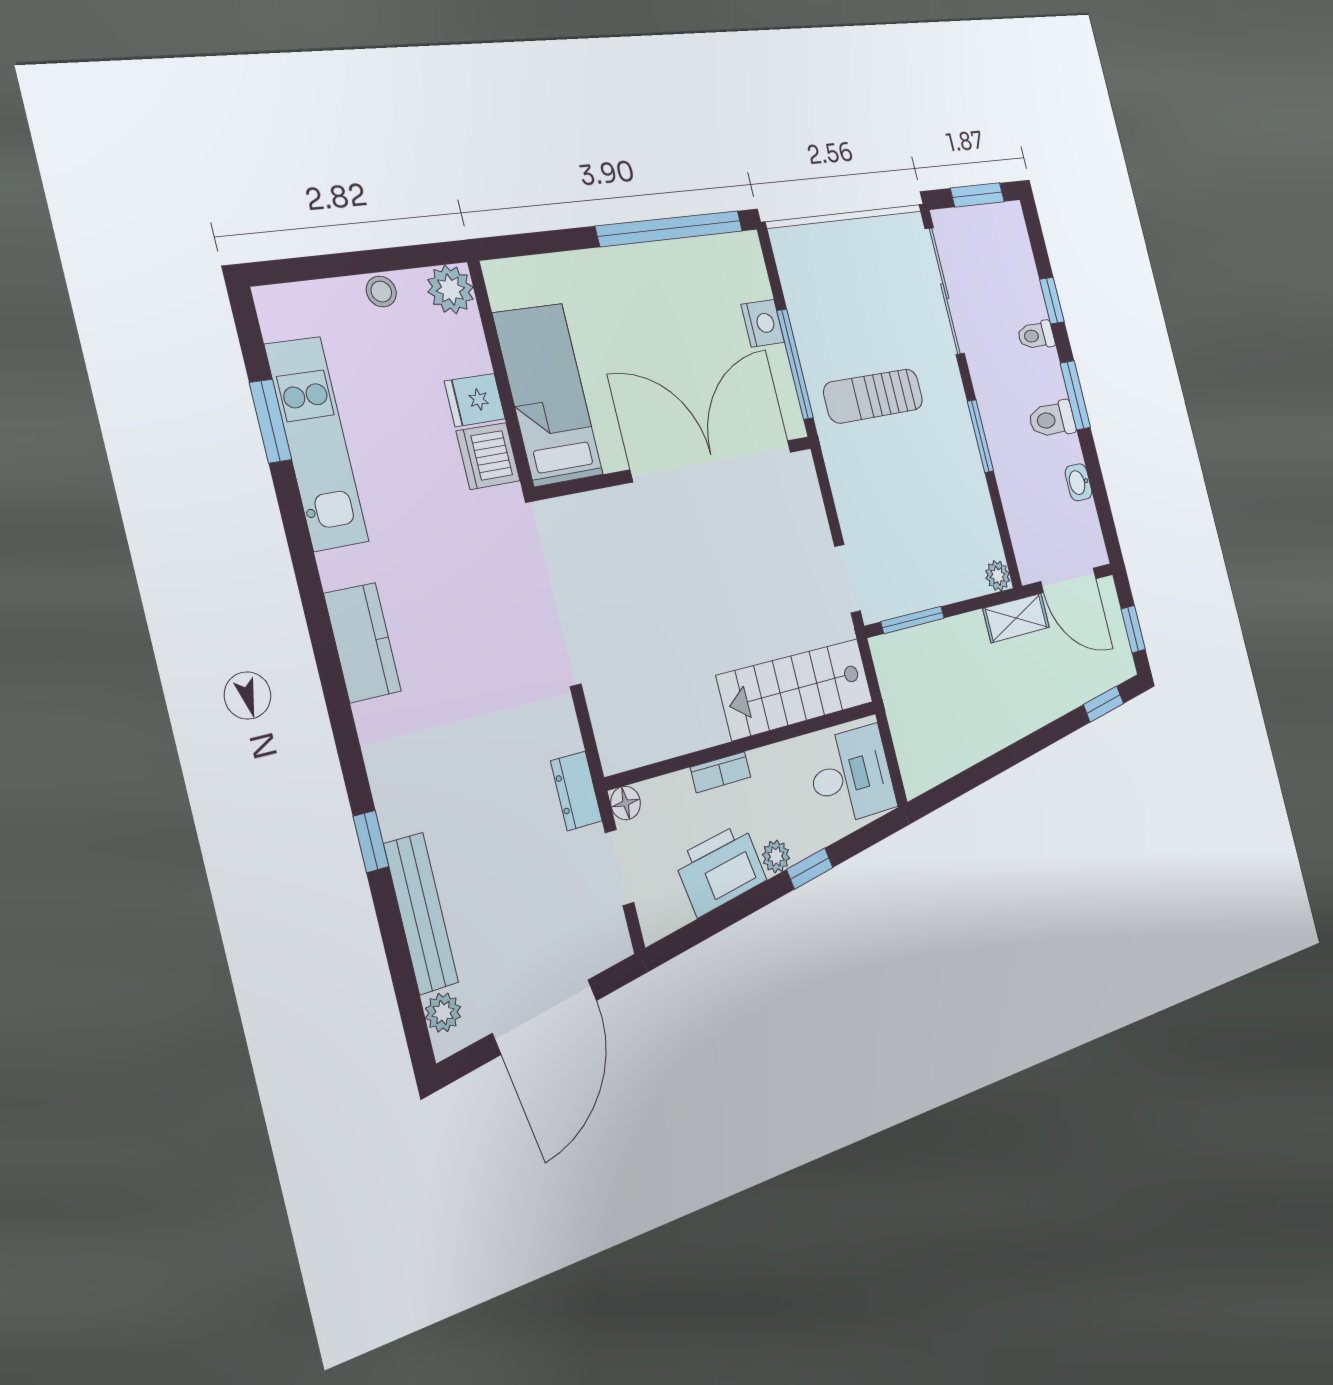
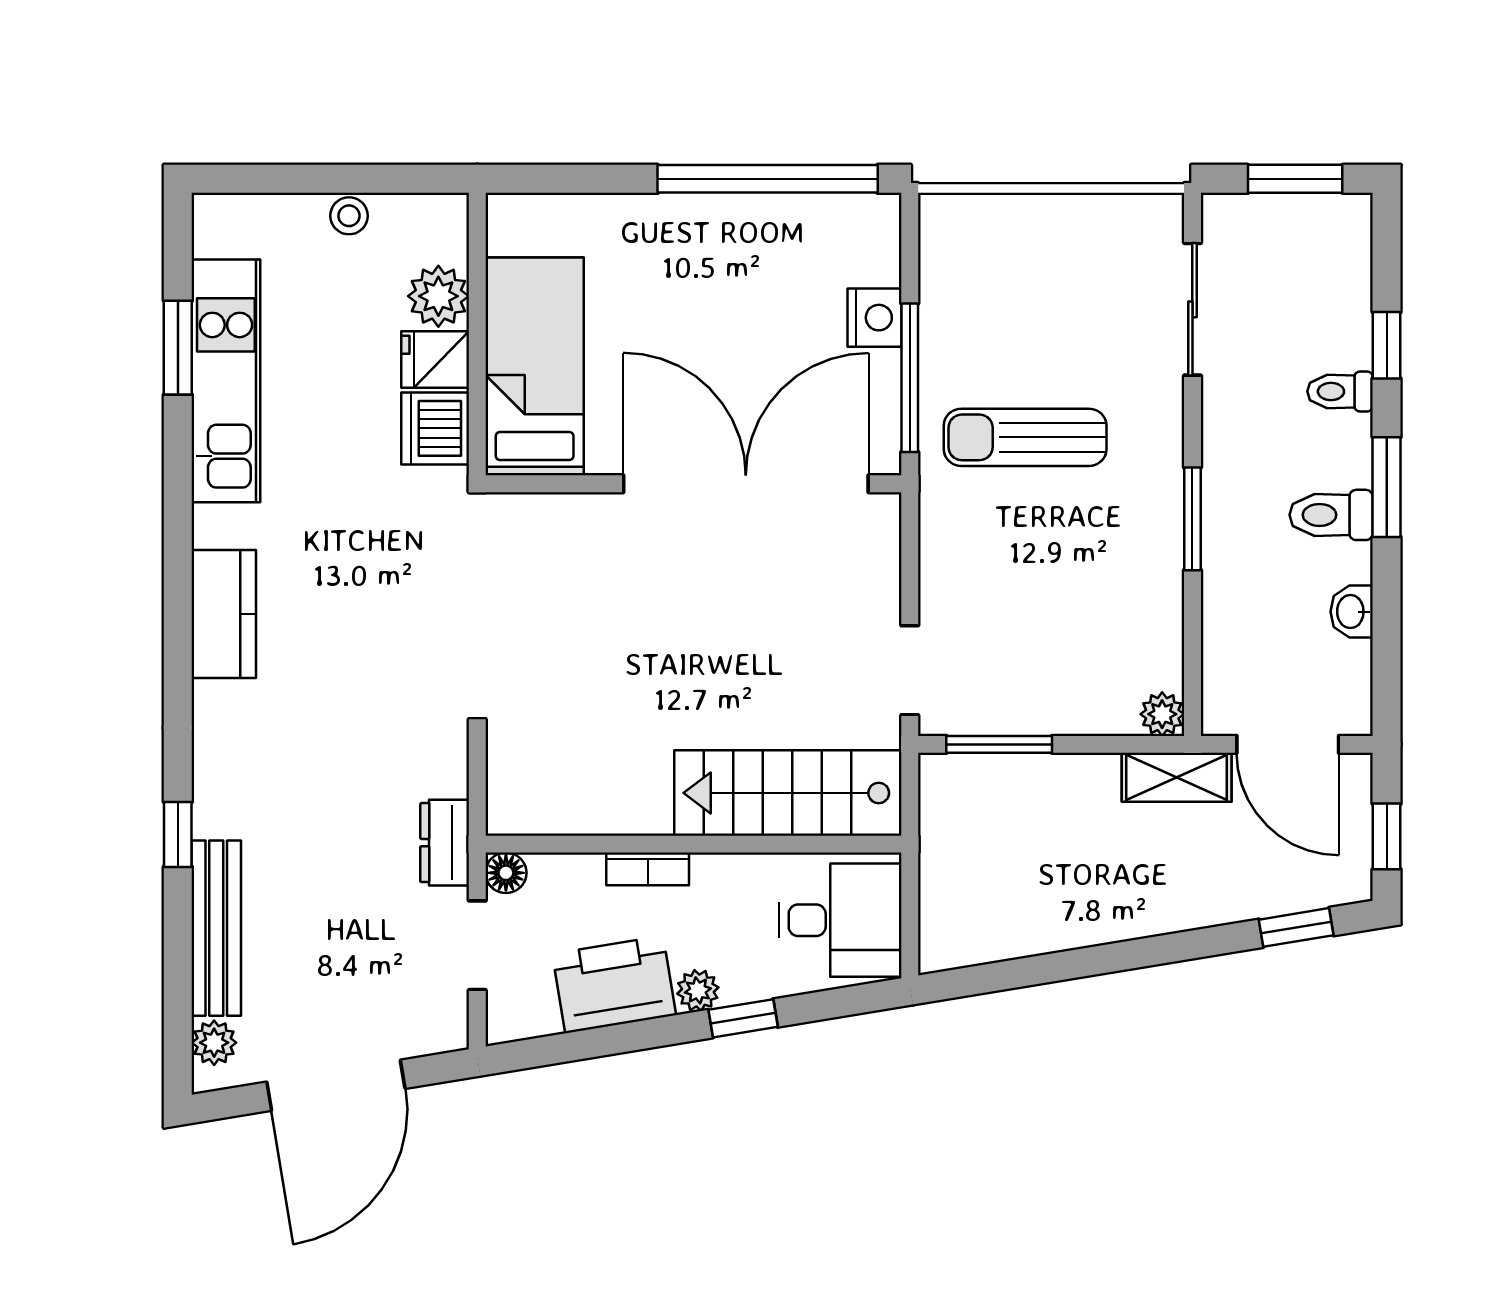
plant: (451, 289) -> (438, 296), moved
sliding door: (945, 291) -> (1192, 309), width x0.73

